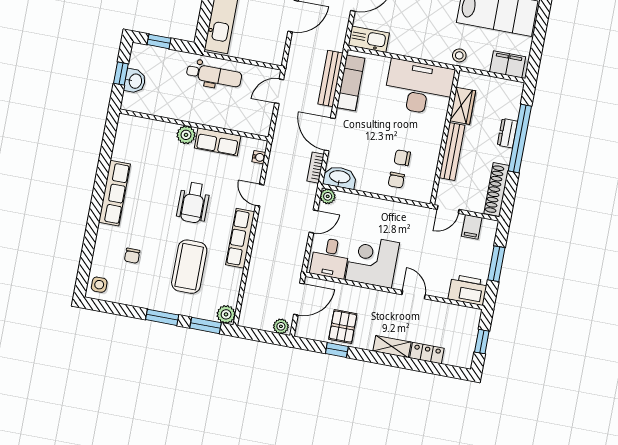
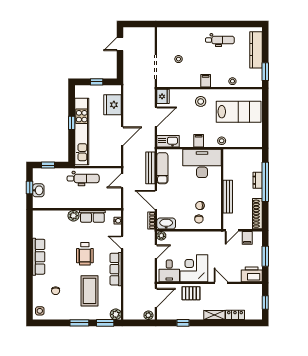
filing cabinet: (508, 64) -> (199, 141), moved, width x0.50
wardrobe: (463, 106) -> (229, 169), removed
pallet: (343, 327) -> (191, 293), moved, turned 90

